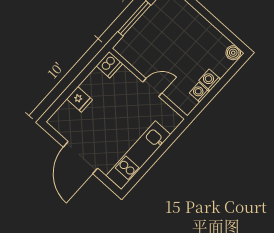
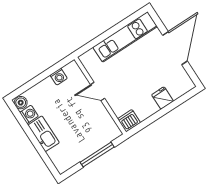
kitchen sink: (199, 25) -> (44, 134), added
washing machine: (210, 80) -> (29, 114), moved, turned -90

